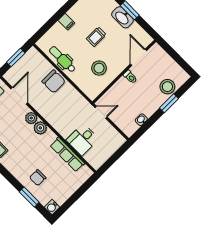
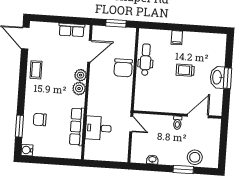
stool: (99, 68) -> (163, 93), removed

